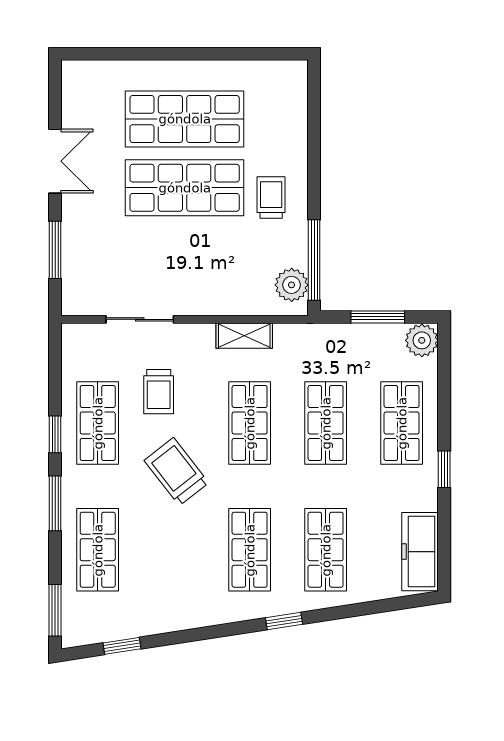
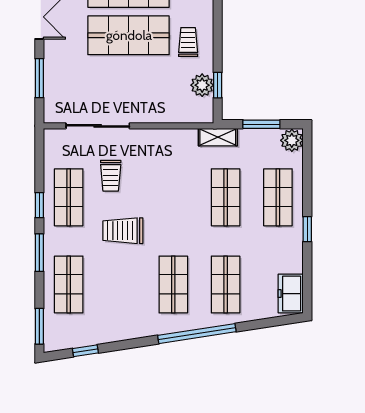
window: (314, 260) -> (218, 85), width x0.46
plant: (292, 285) -> (202, 85), moved
sliding door: (140, 319) -> (98, 126), width x1.37
shelving: (244, 336) -> (218, 137), moved
shop shelf: (250, 423) -> (173, 197), removed
trolley: (176, 472) -> (123, 231), turned -52
freezer: (420, 552) -> (291, 294), width x0.71
window: (284, 621) -> (197, 334), width x3.17

